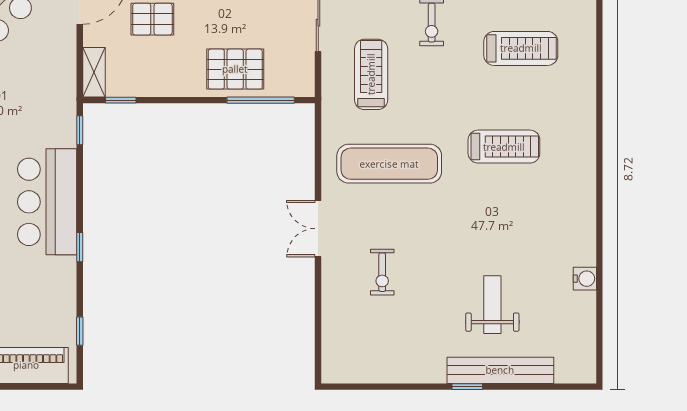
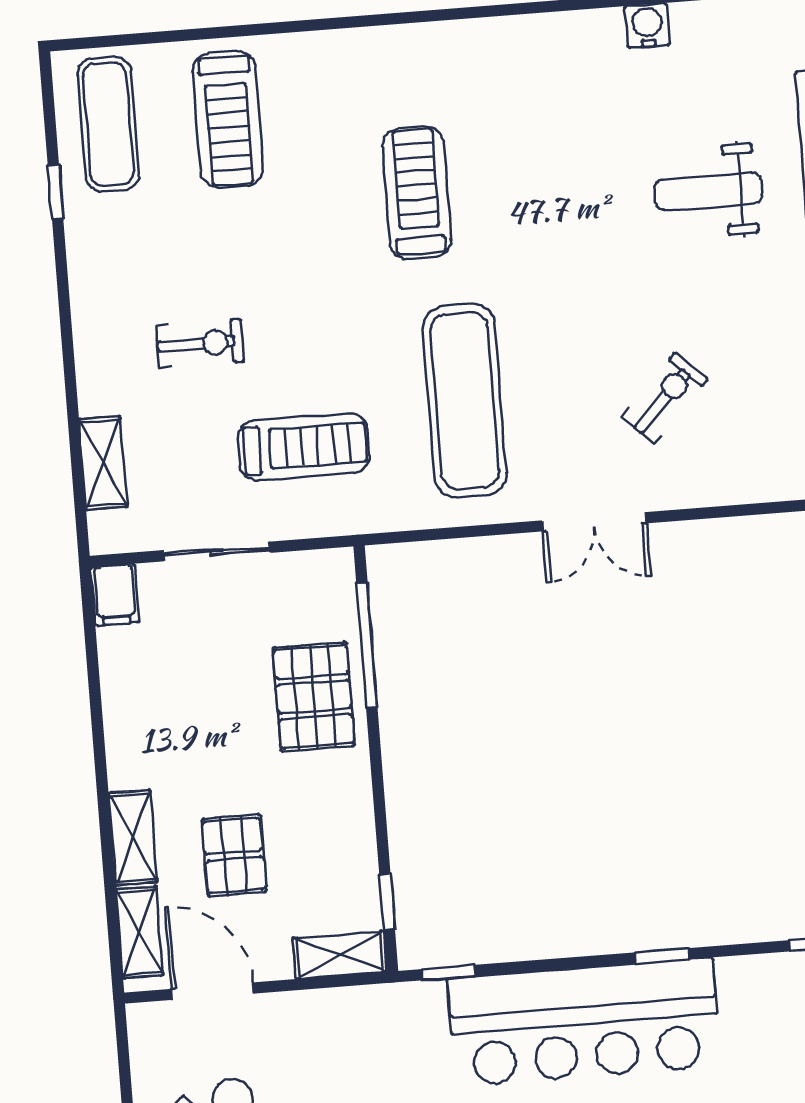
treadmill: (521, 48) -> (228, 119), moved, turned 180
treadmill: (371, 74) -> (304, 447), turned 180
bar counter: (47, 202) -> (584, 1022), width x1.36
exercise bike: (382, 272) -> (665, 398), turned -46

